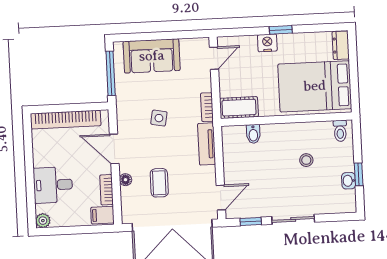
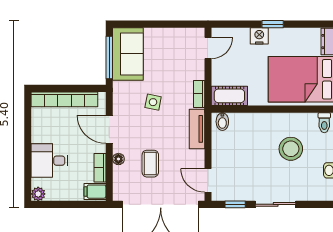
sofa: (152, 56) -> (128, 54), moved, turned -90
bidet: (253, 134) -> (222, 122), moved
stool: (306, 160) -> (291, 149), width x1.89, depth x1.89
door: (221, 198) -> (208, 180), swing flipped

